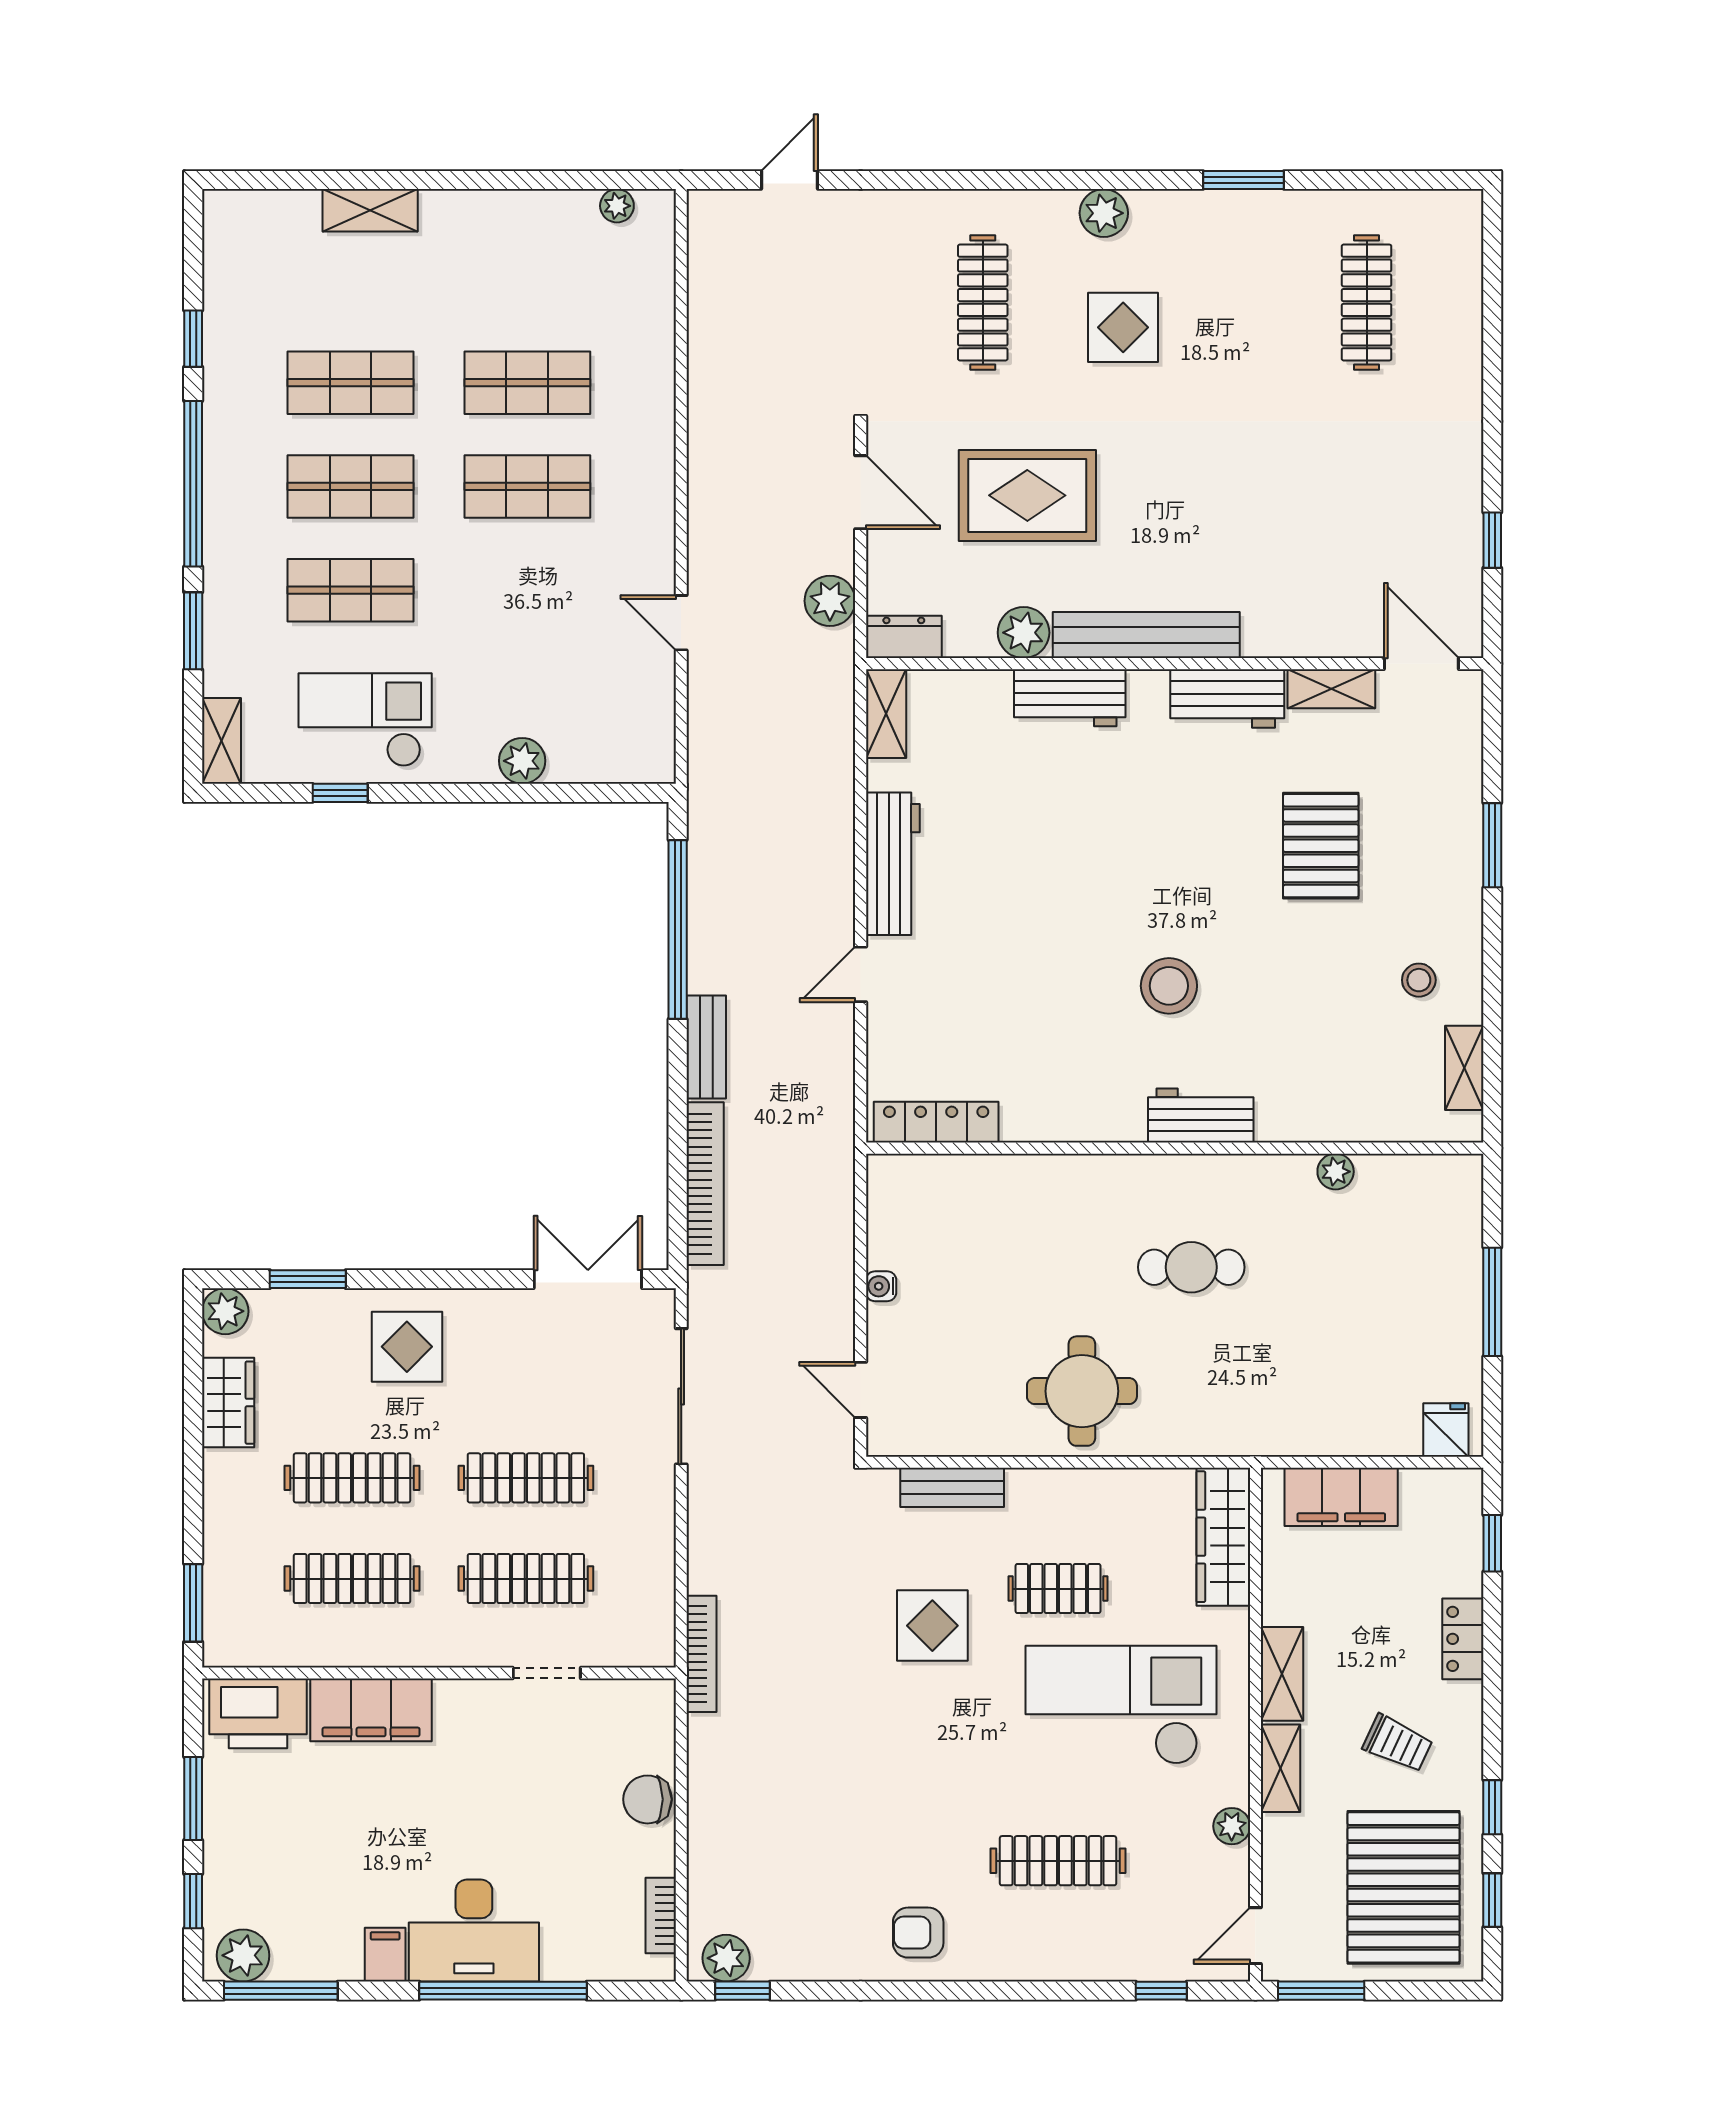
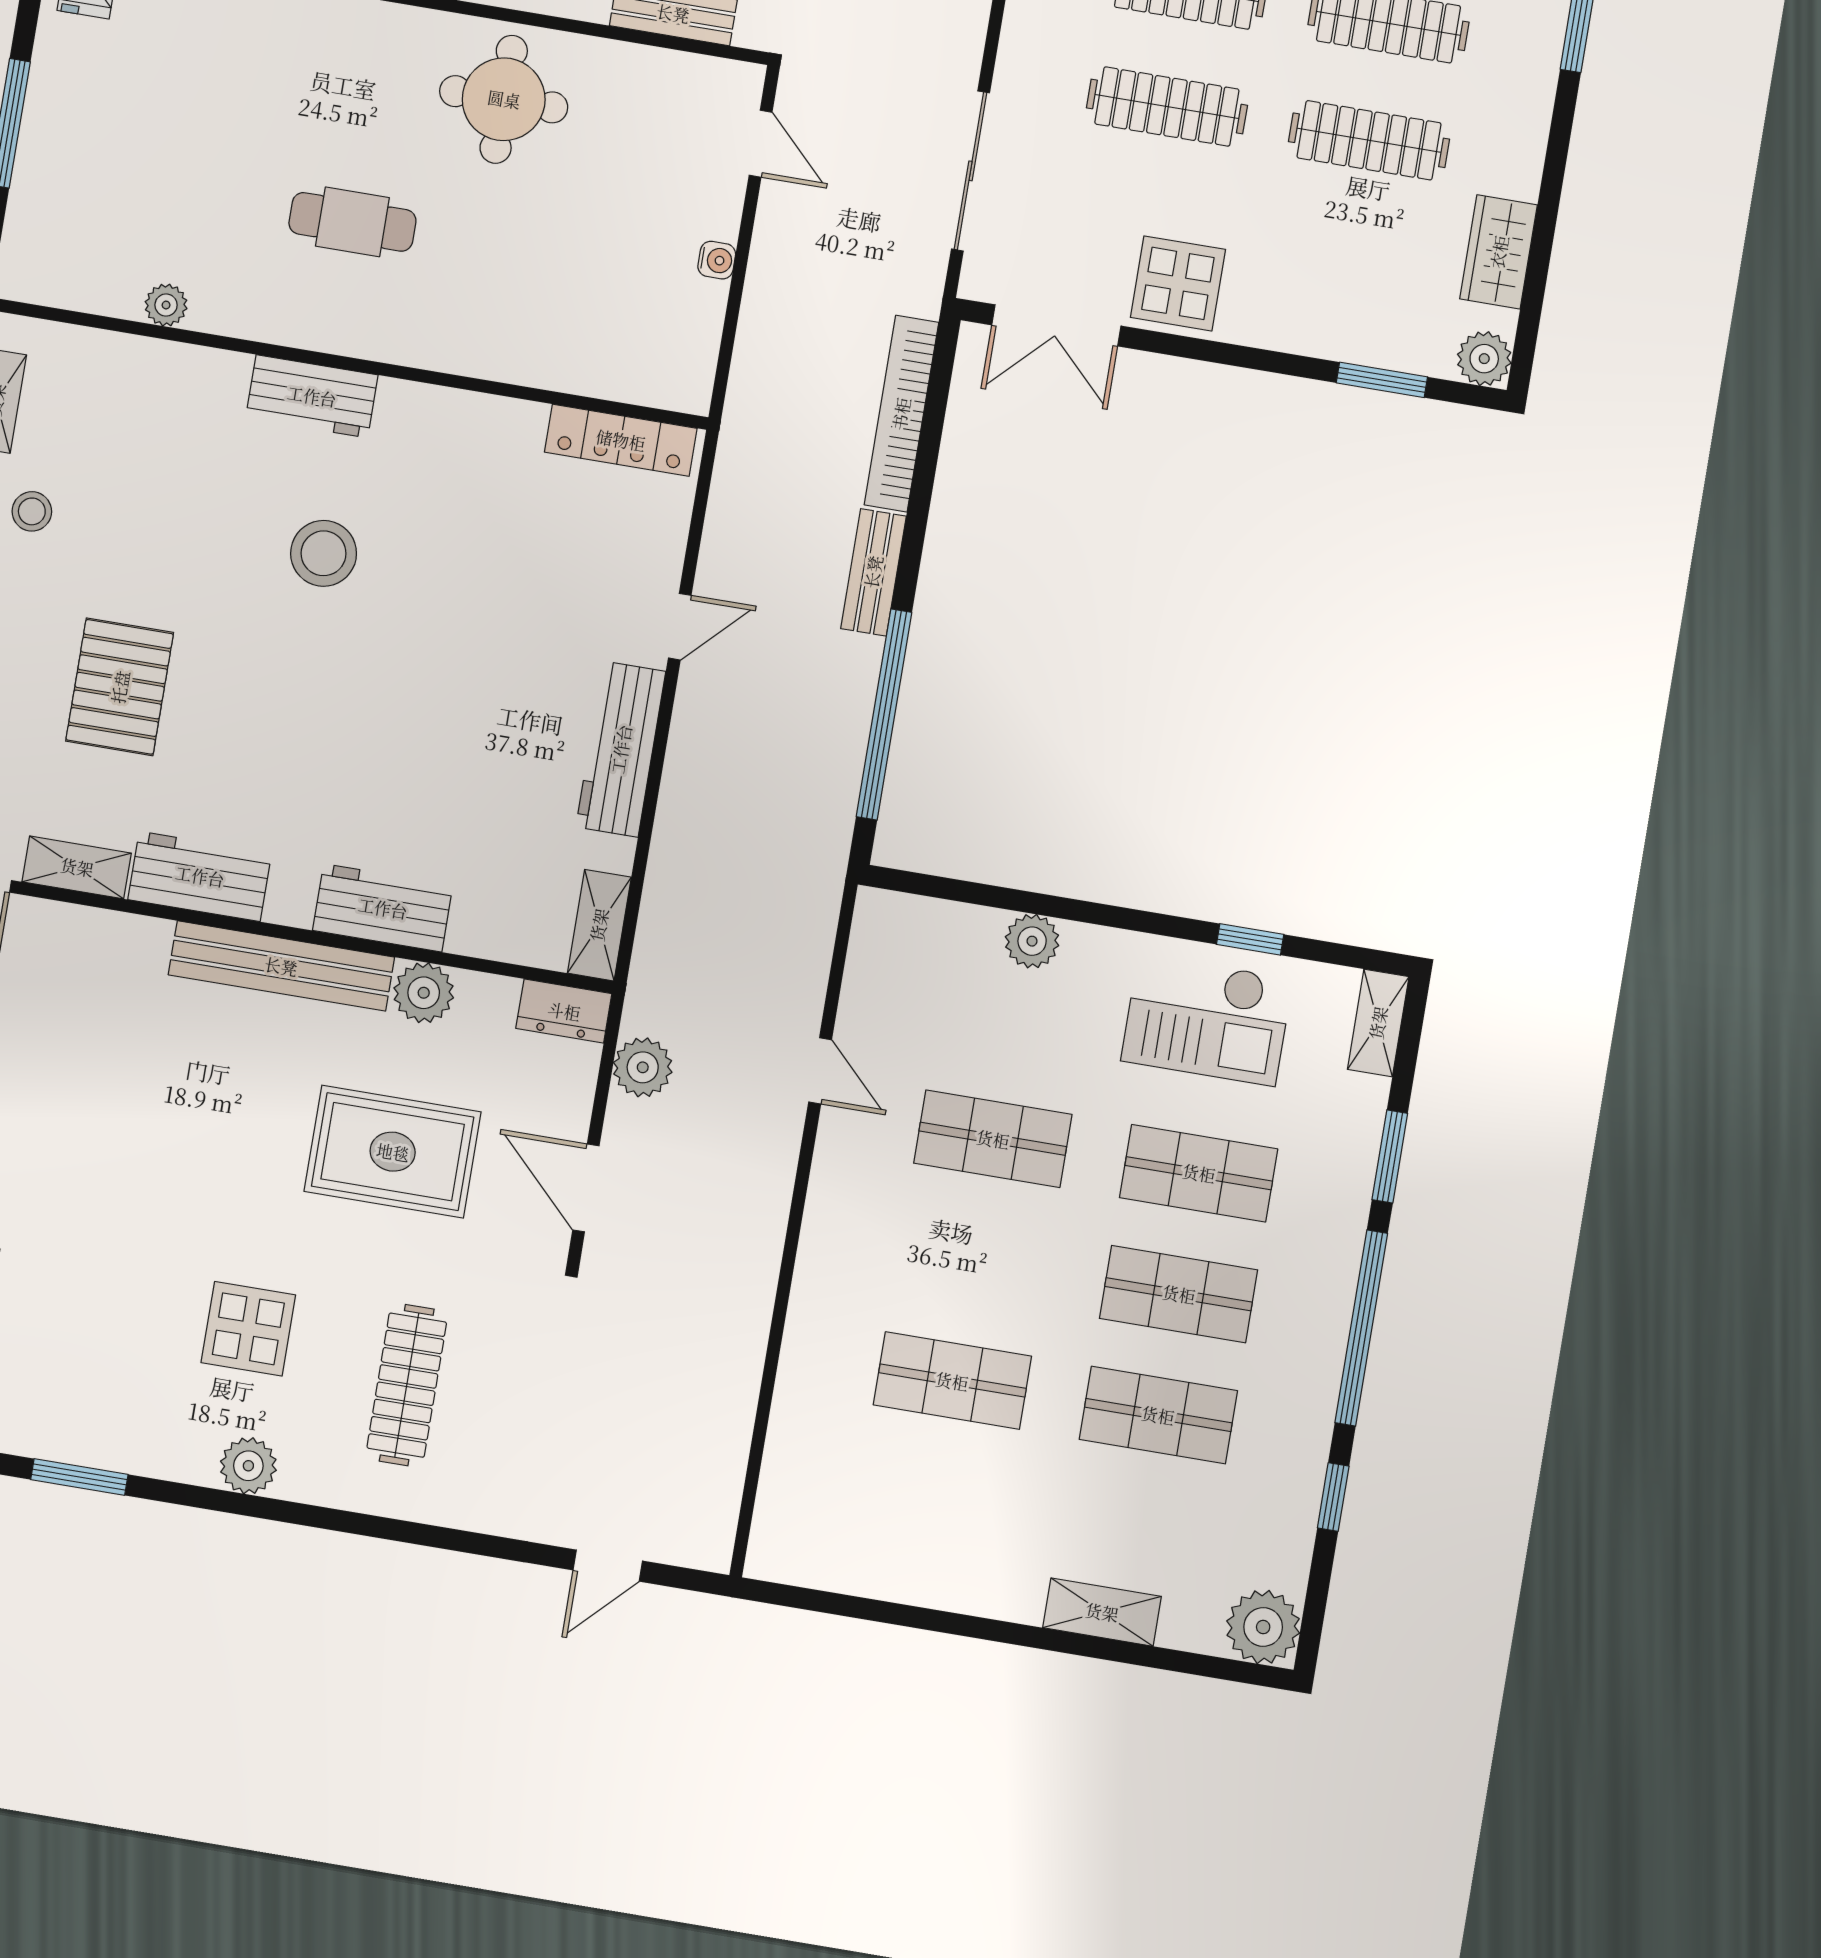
plant: (617, 206) -> (1263, 1627), moved, width x1.88, depth x1.88
shop shelf: (527, 486) -> (993, 1139), moved
display table: (407, 1347) -> (1178, 283), moved

